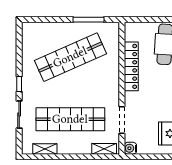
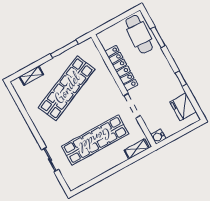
window: (19, 84) -> (36, 134), removed
doorway: (122, 120) -> (132, 106), moved
shelving: (45, 149) -> (31, 76), moved

